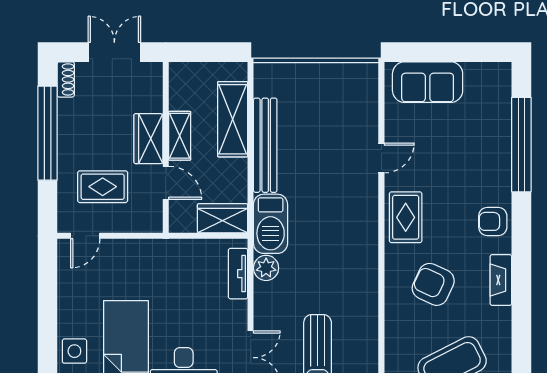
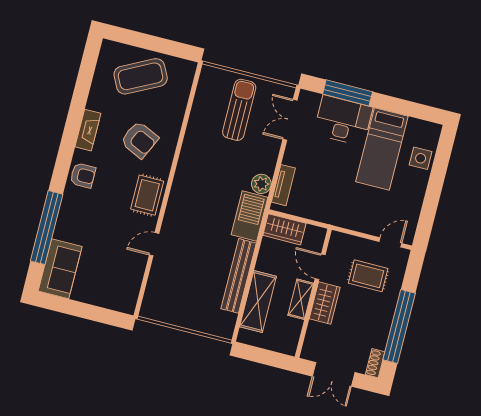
sofa: (428, 82) -> (60, 269), moved, turned 90

